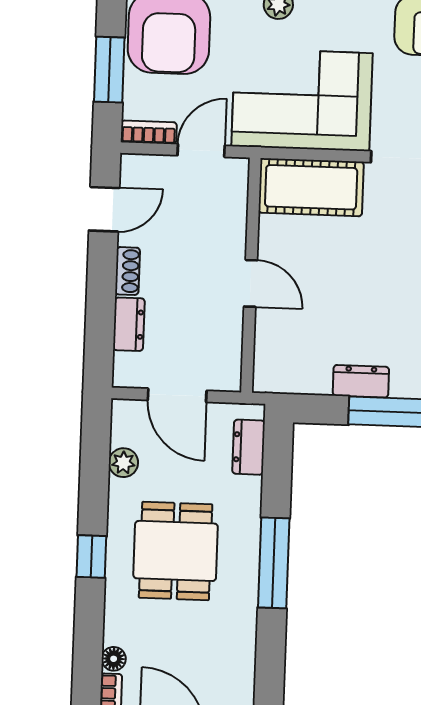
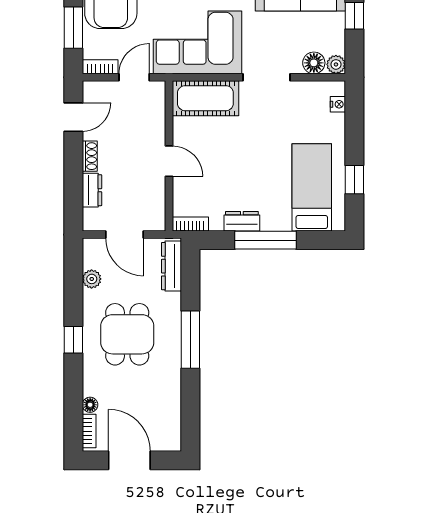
bookcase: (280, 383) -> (190, 224), added
dresser: (249, 447) -> (171, 266), width x1.44

